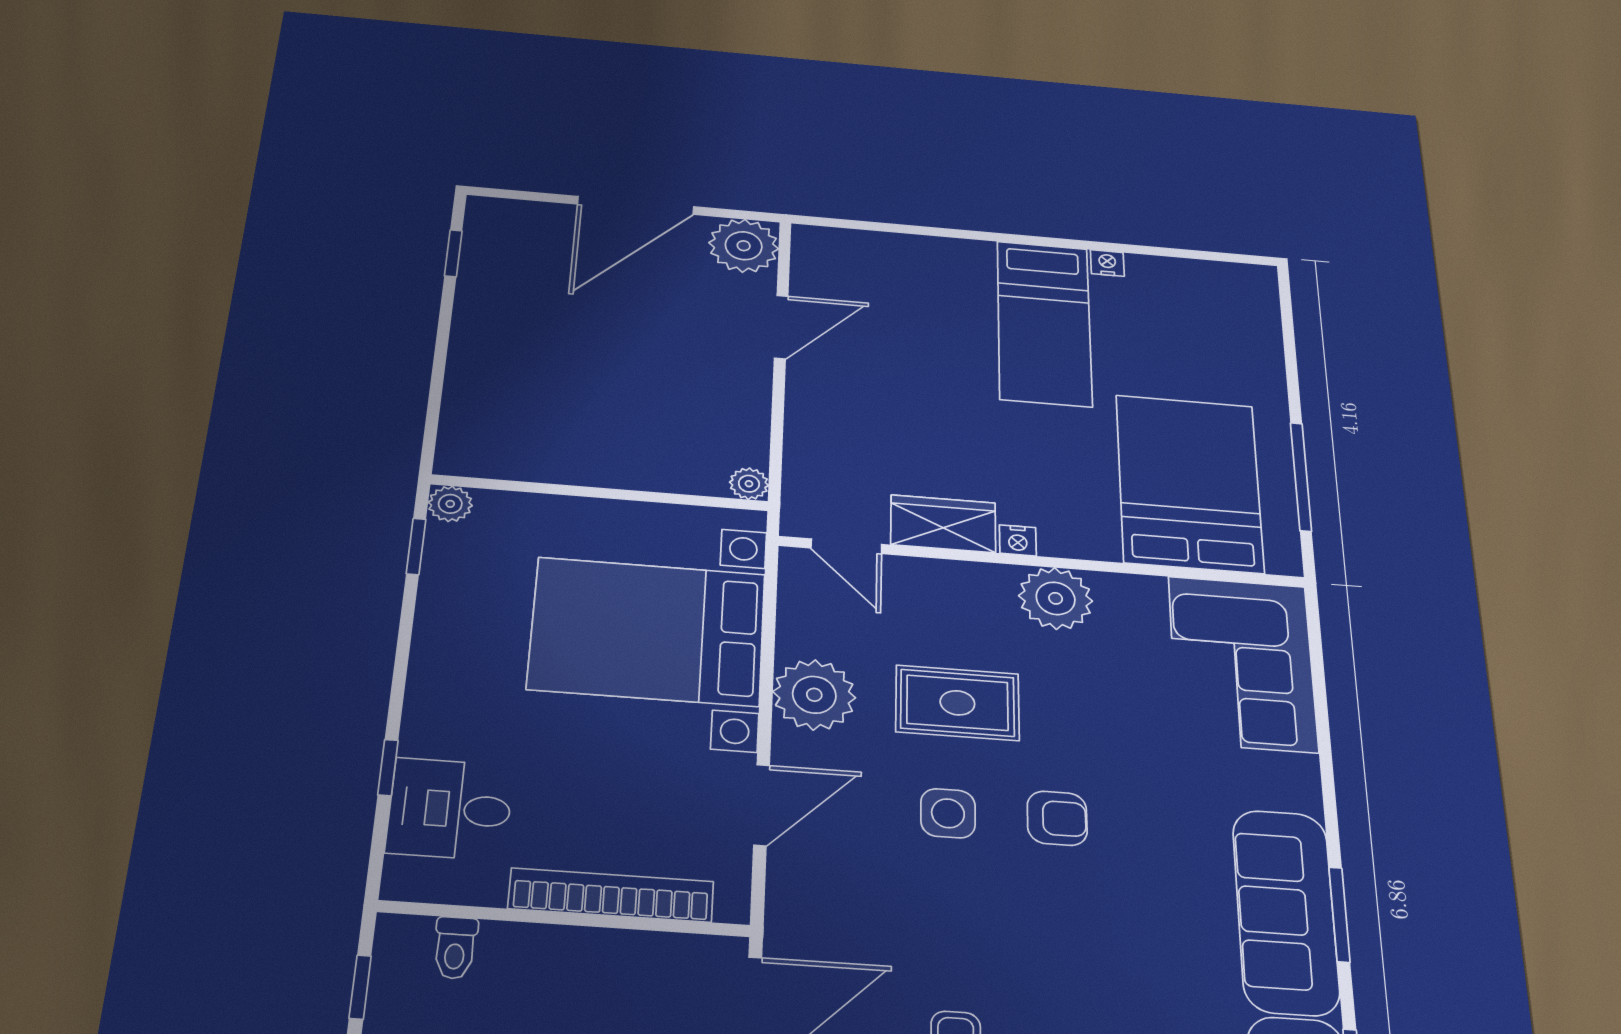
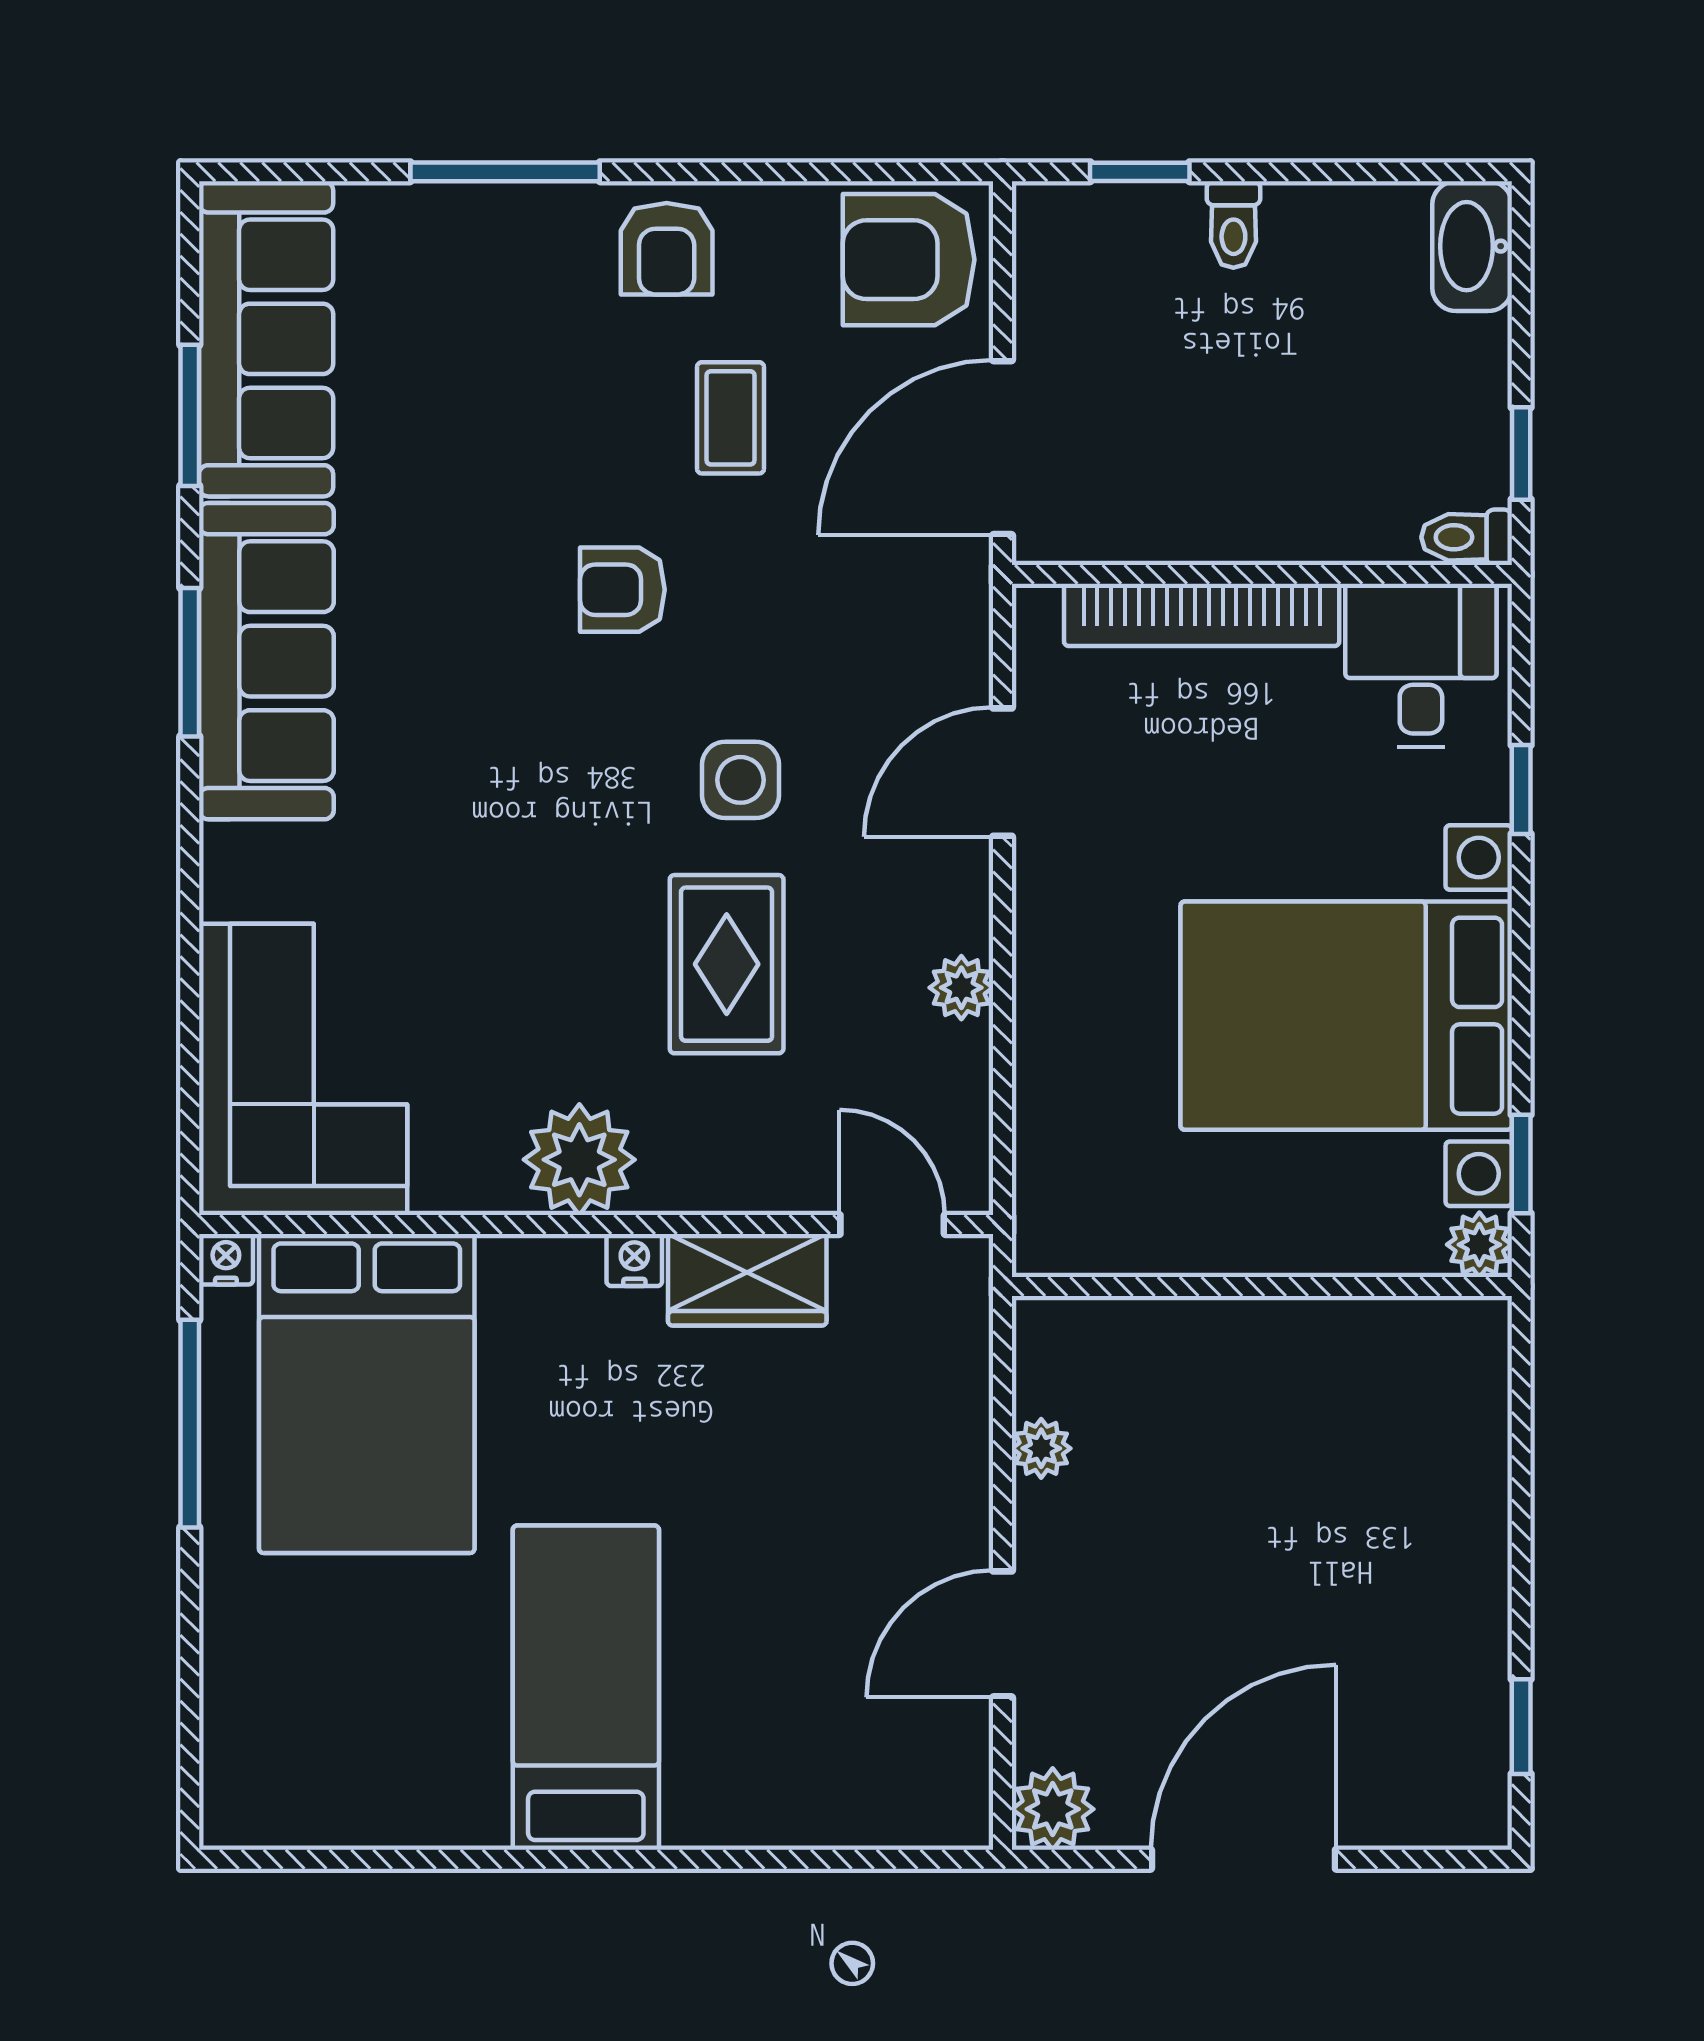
plant: (744, 246) -> (1053, 1809), width x0.73, depth x0.73
nightstand: (1107, 263) -> (226, 1259), moved, turned 180
plant: (749, 484) -> (1041, 1448), moved
bed with nightstands: (648, 631) -> (1346, 1016), moved, turned 180
plant: (814, 695) -> (961, 988), width x0.53, depth x0.53
rug: (957, 703) -> (727, 964), turned 90
desk: (450, 809) -> (1421, 665), moved, turned -90
armchair: (1057, 818) -> (622, 590), moved
toilet: (455, 948) -> (1467, 537), moved, turned -90

